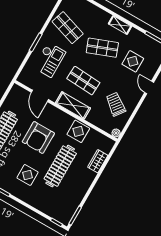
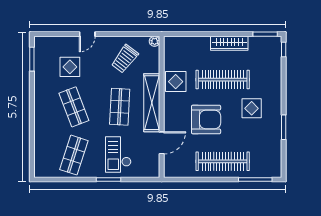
shelving: (120, 25) -> (40, 102), removed
checkout: (50, 60) -> (118, 155), turned -90
shelving: (73, 105) -> (152, 103), width x1.47
wardrobe: (98, 161) -> (229, 43), moved, width x1.50

